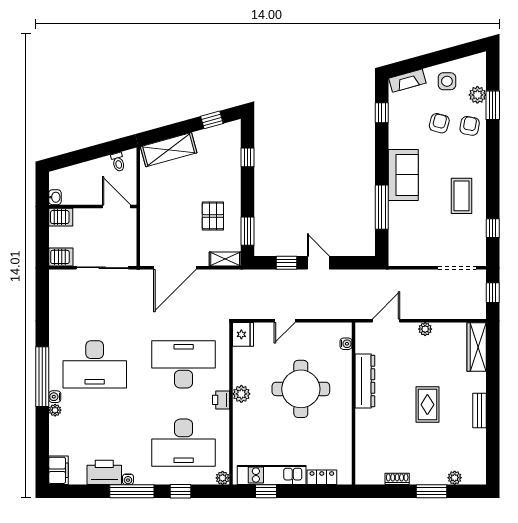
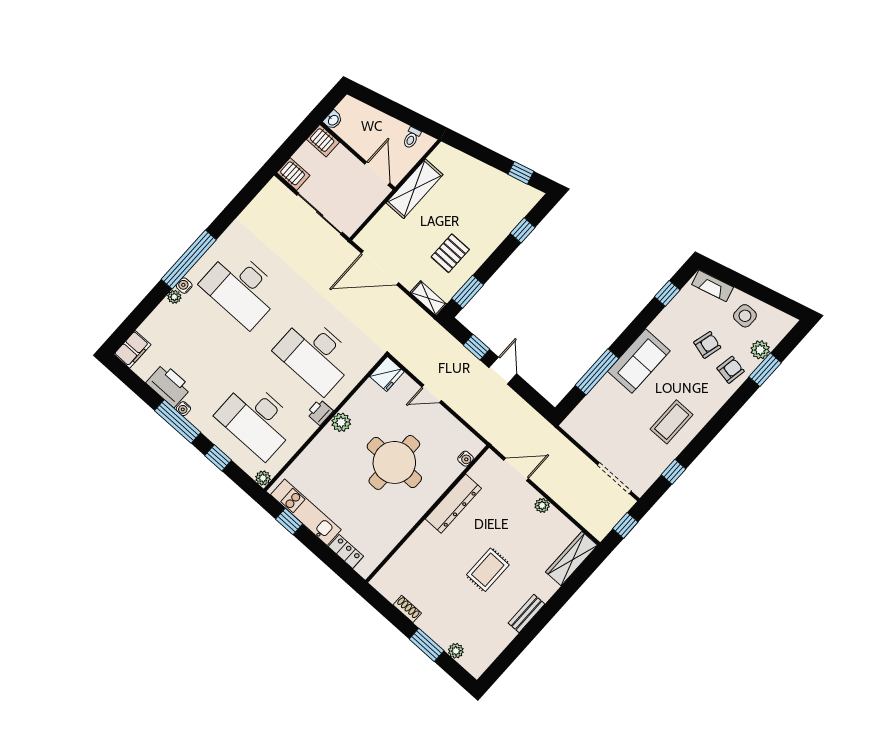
shelving: (169, 150) -> (415, 189), moved, turned -75
desk: (184, 364) -> (315, 355), turned 180

